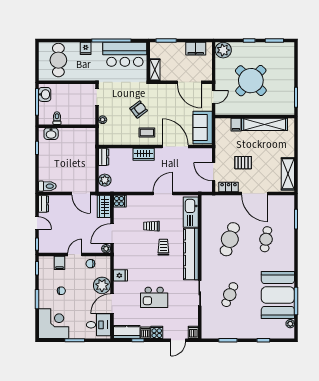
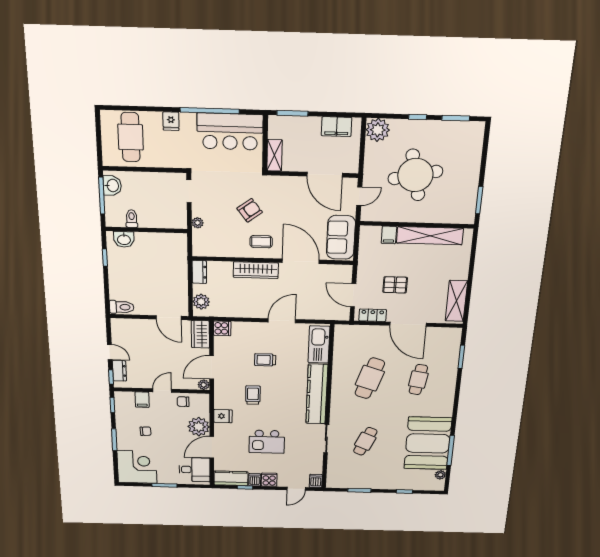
round table: (251, 81) -> (415, 175), turned 34
wardrobe: (144, 154) -> (256, 270), width x1.50
dresser: (44, 204) -> (119, 371), moved
trolley: (163, 247) -> (253, 395), moved

